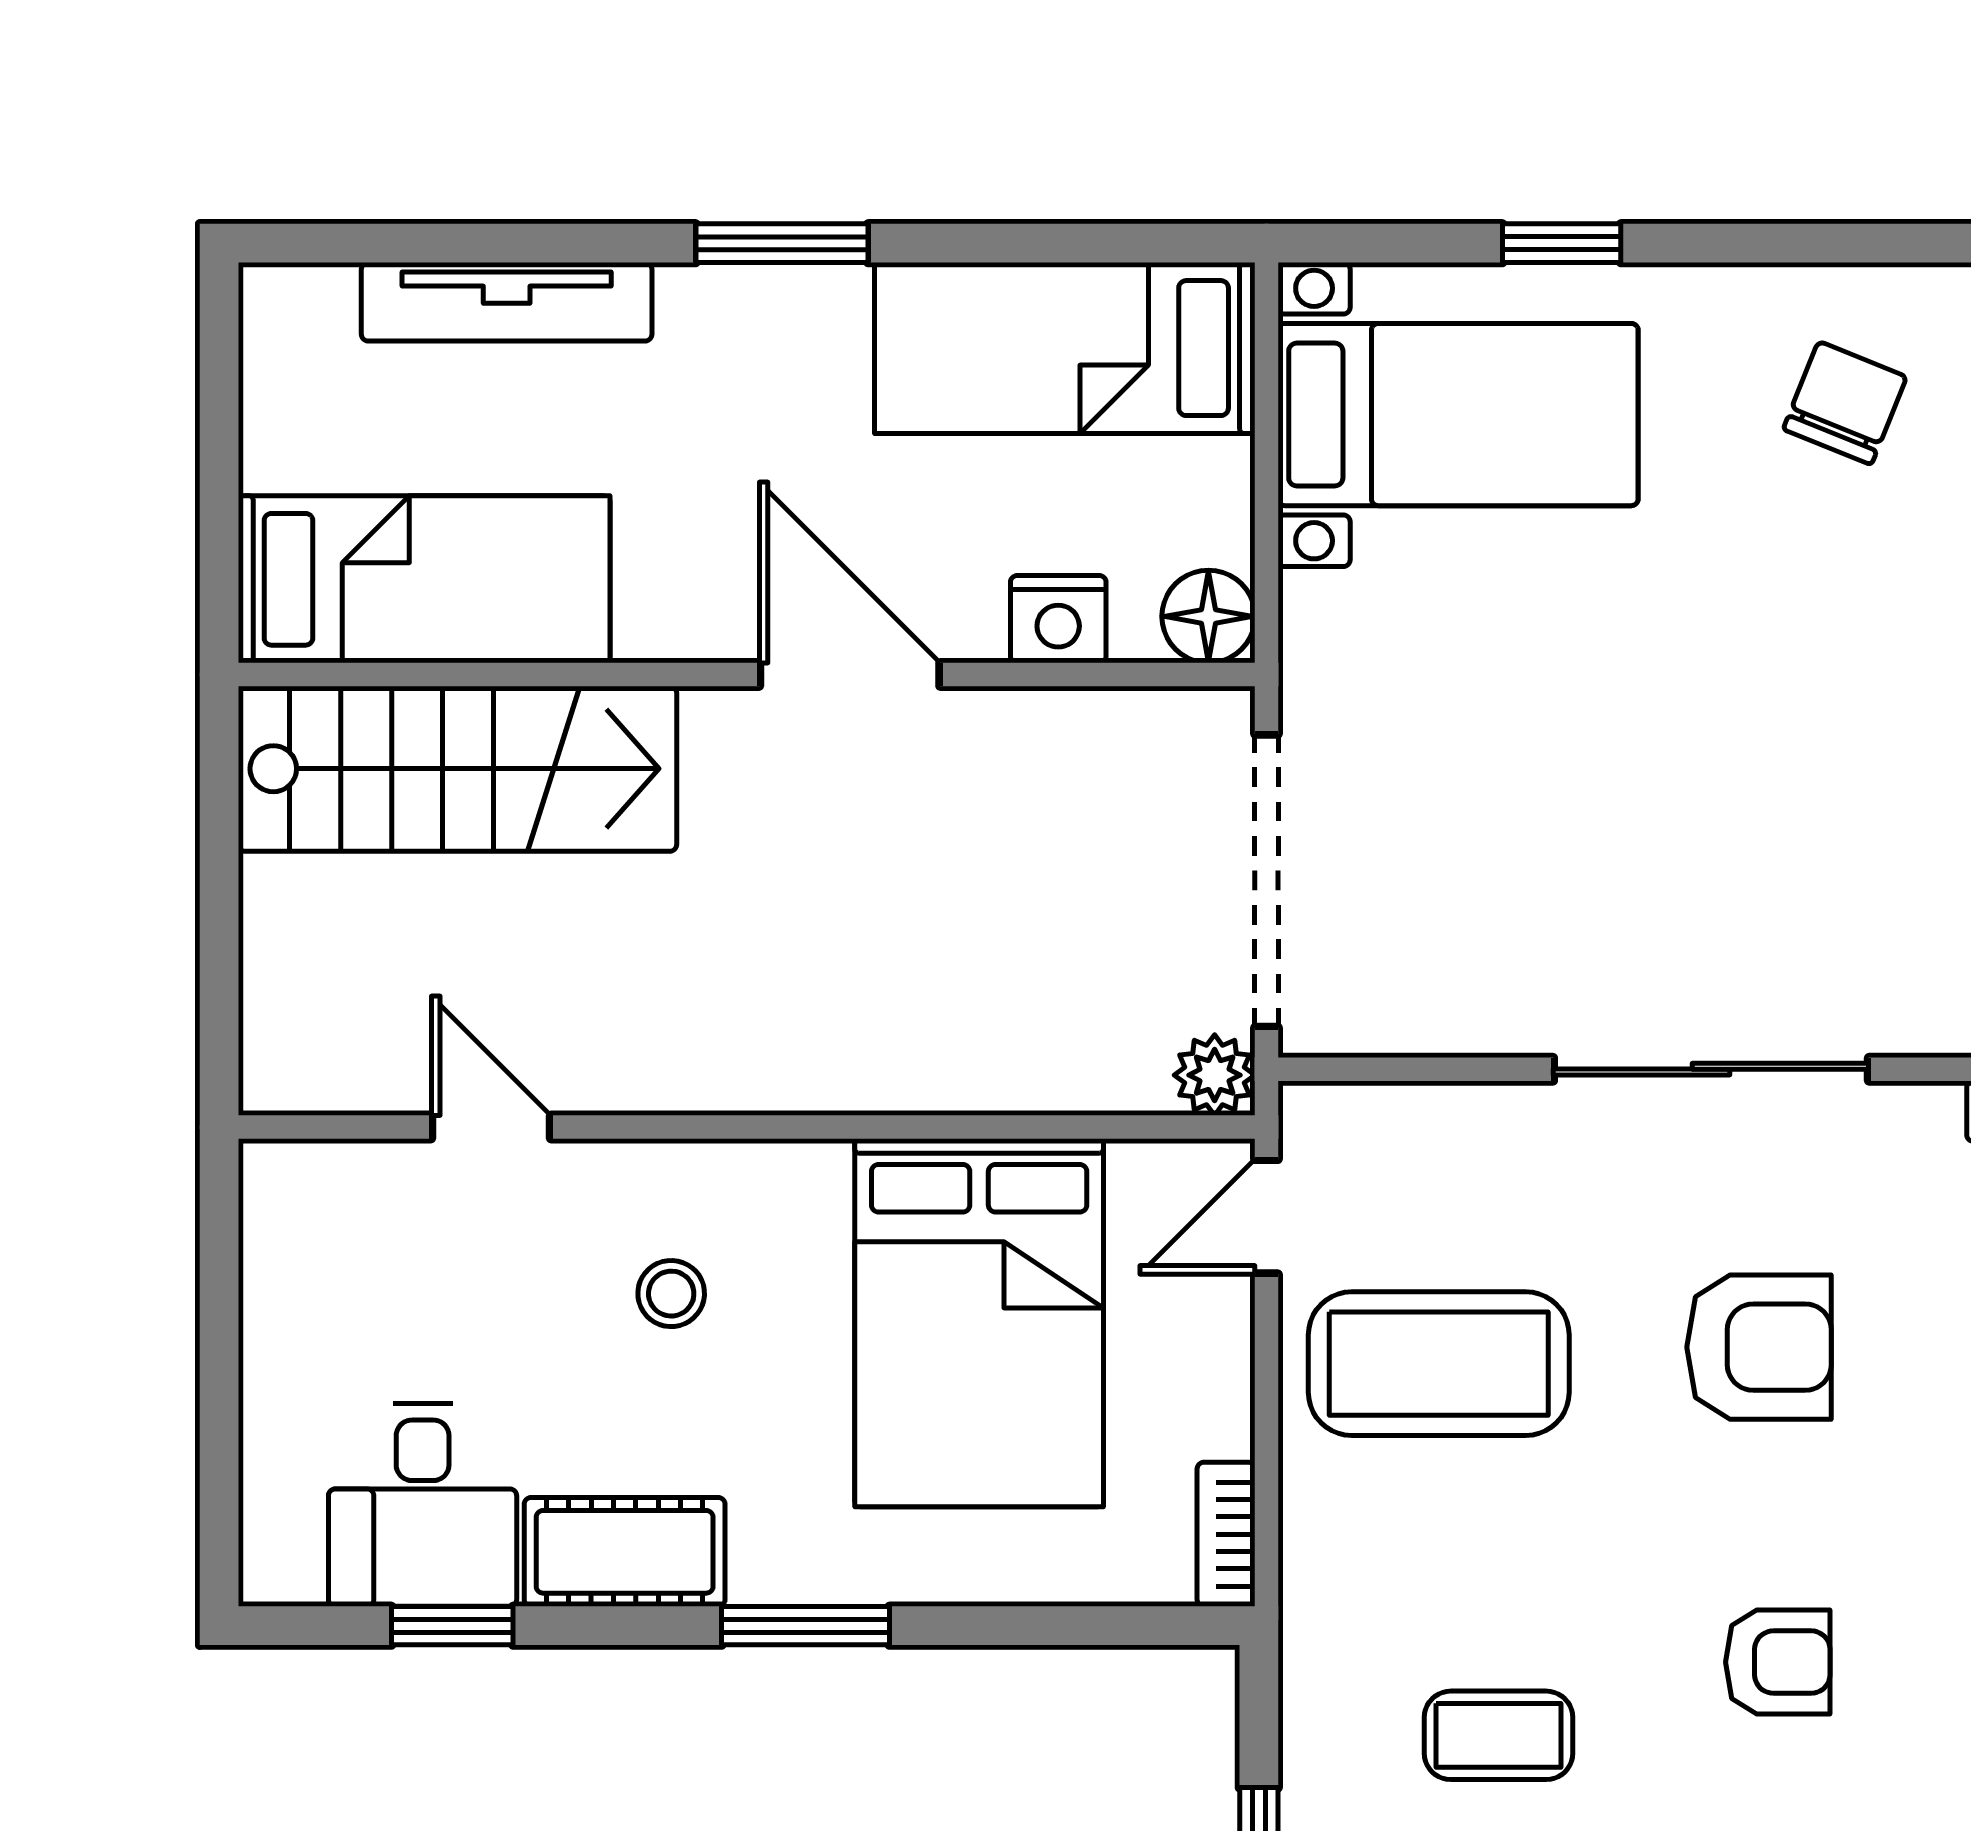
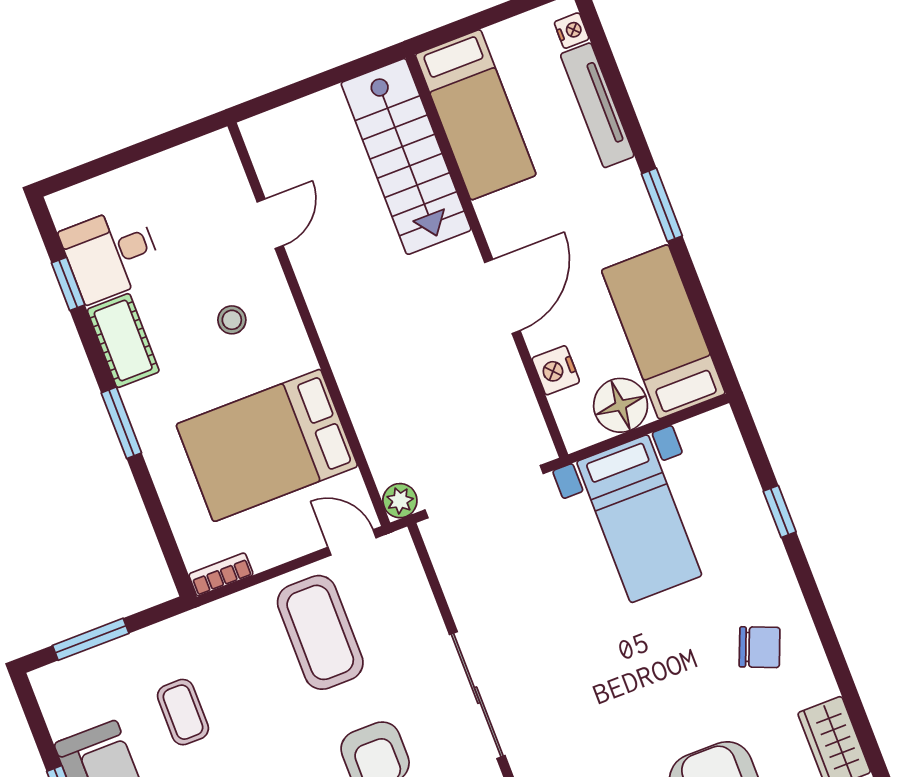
nightstand: (319, 295) -> (572, 31), added
bed with nightstands: (1458, 415) -> (639, 519), moved
floor lamp: (1208, 616) -> (621, 405), moved, width x1.38, depth x1.38

